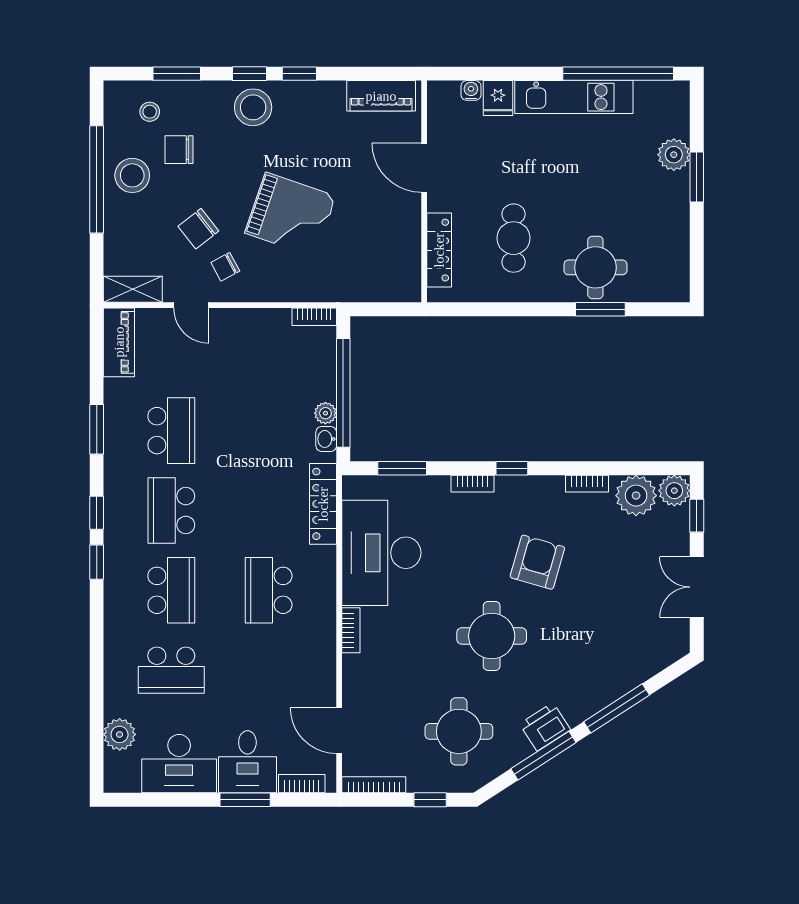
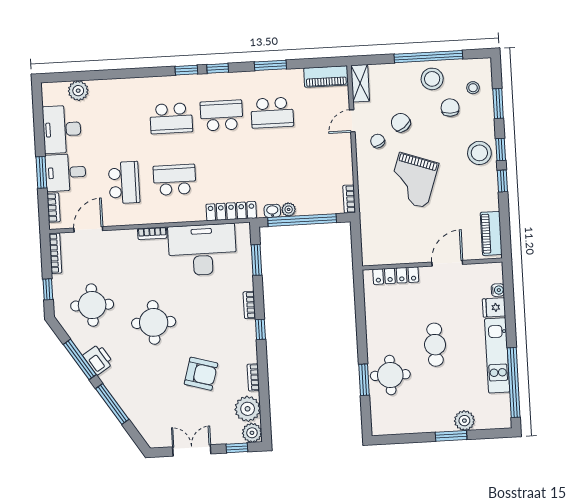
cafe table: (514, 238) -> (435, 345), moved, turned 90
armchair: (537, 562) -> (201, 374), moved
school desk: (171, 670) -> (124, 183), moved, turned 180

